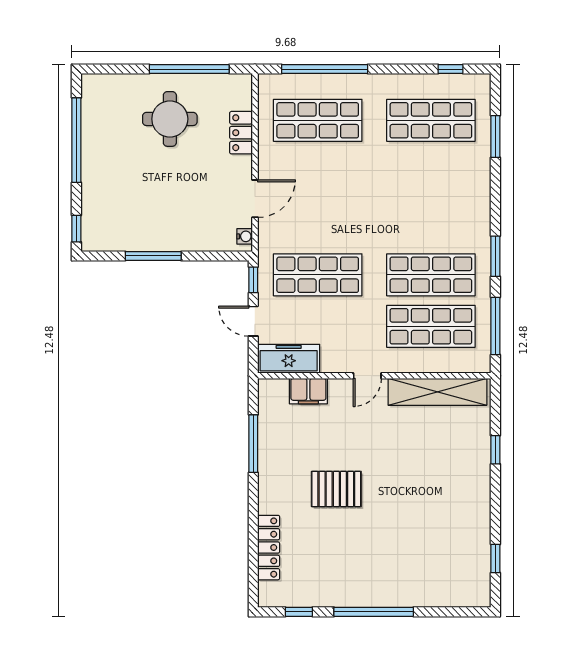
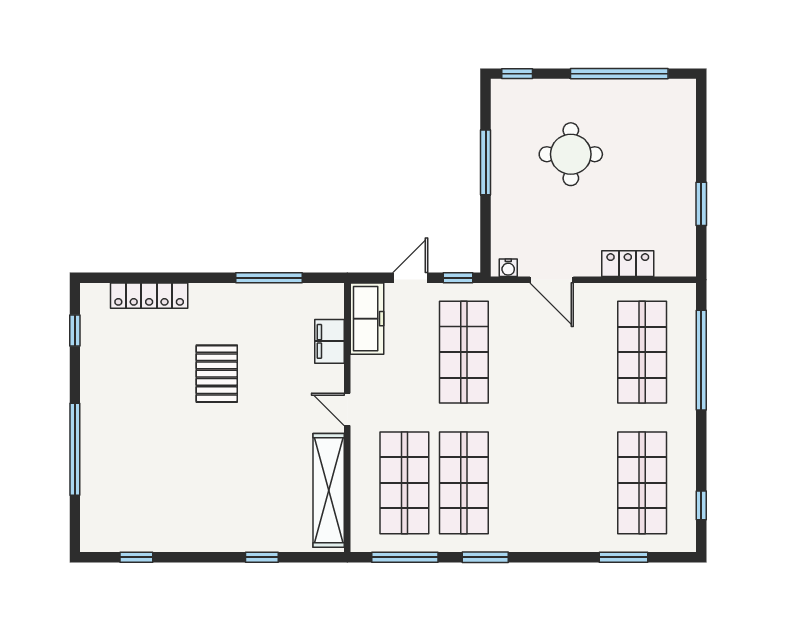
window: (189, 69) -> (701, 204), width x0.47
round table: (170, 119) -> (571, 154), moved
window: (374, 612) -> (75, 449), moved

